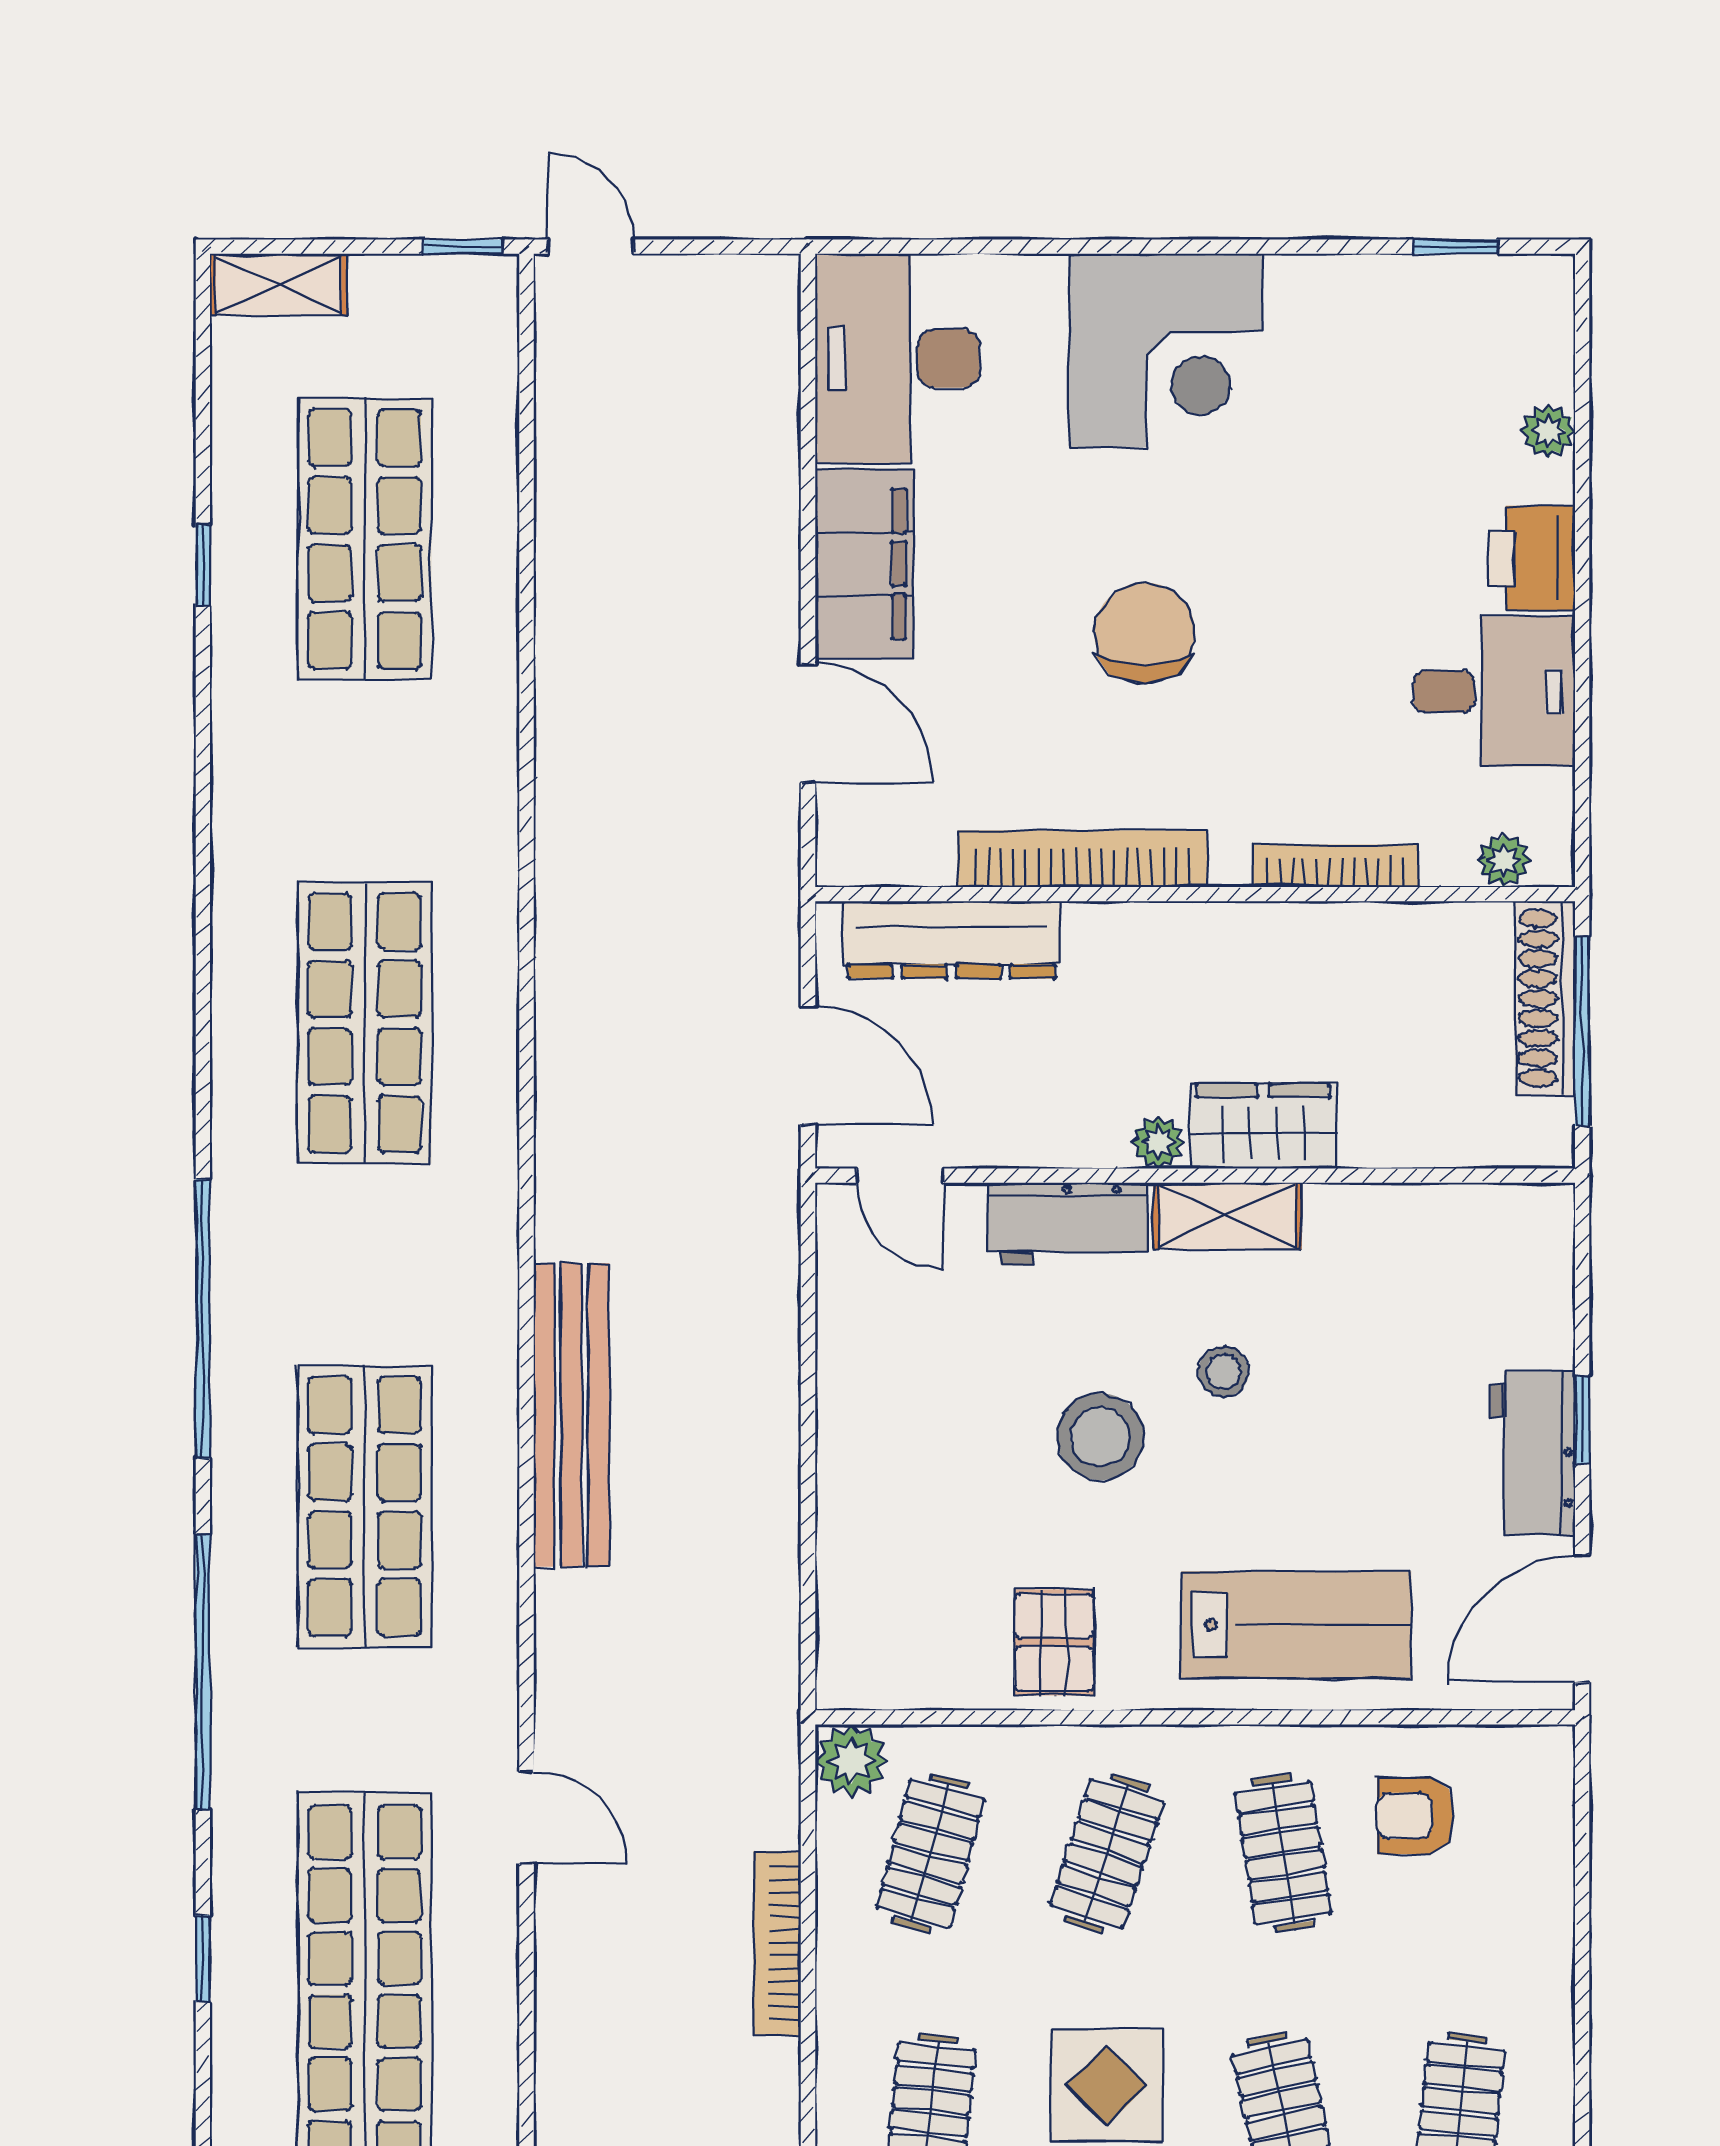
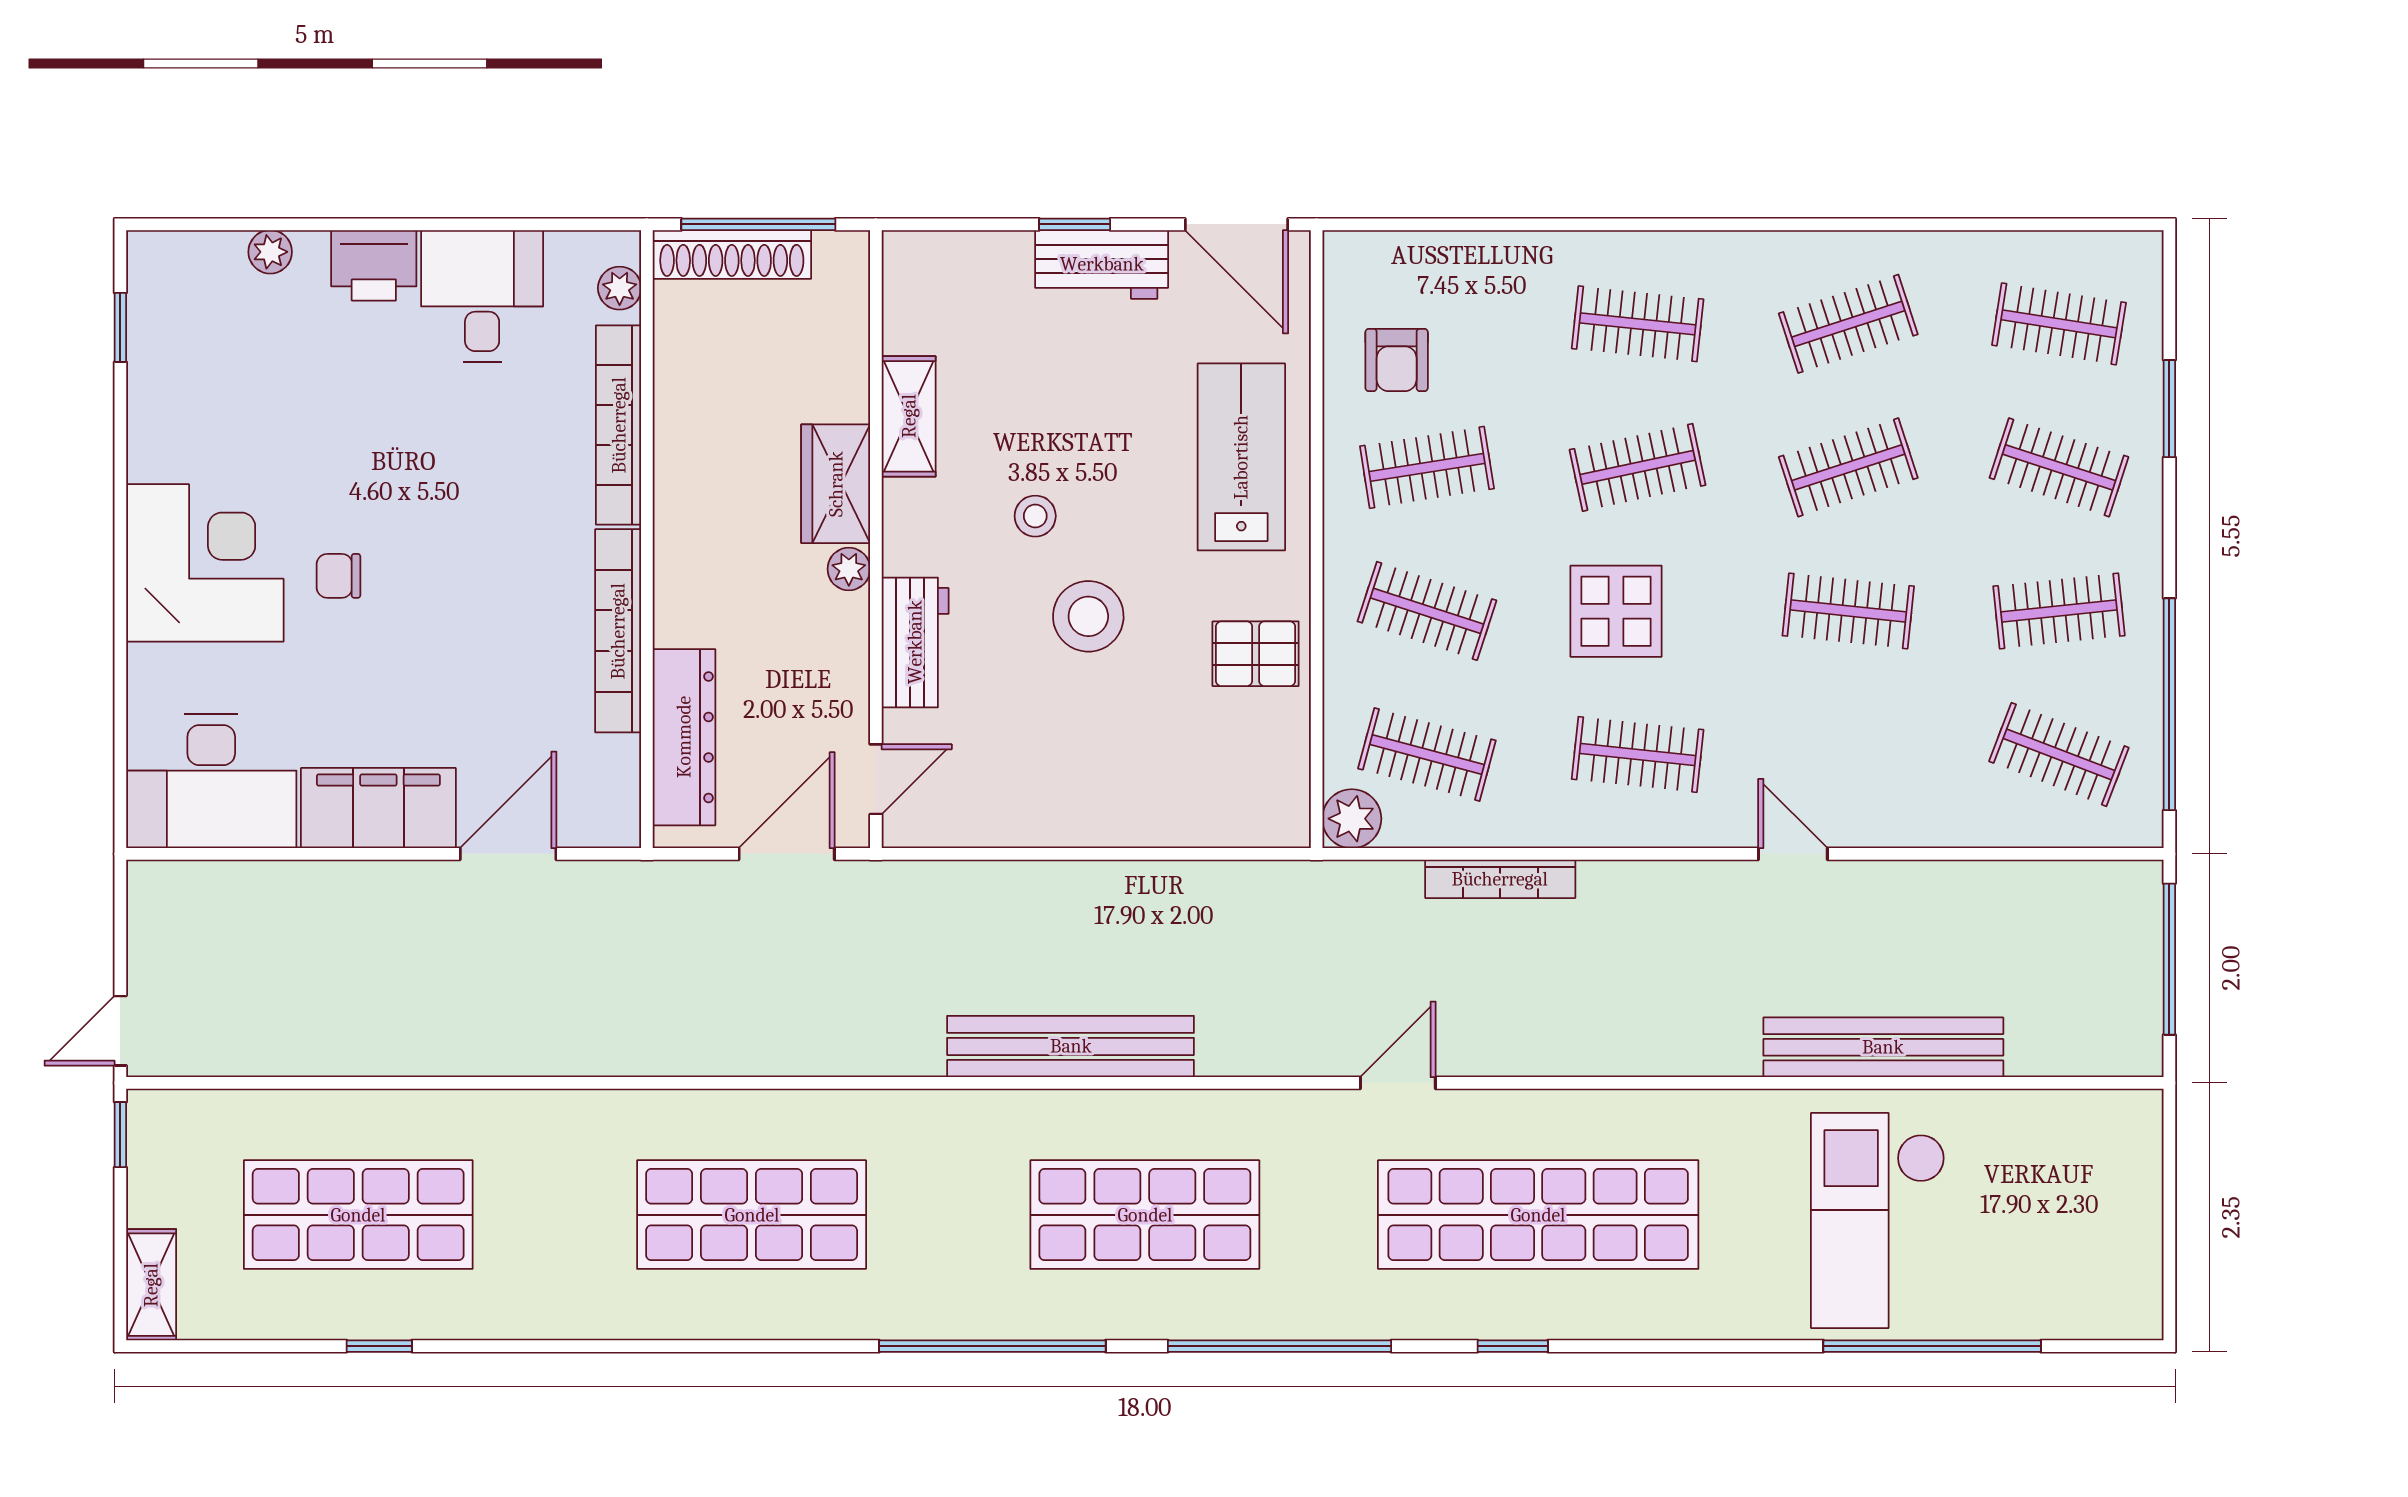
chair: (1145, 633) -> (338, 576), moved, width x0.54, depth x0.54
bookcase: (1335, 866) -> (619, 425), width x1.48, depth x1.31
shelving: (1227, 1216) -> (909, 416), moved

